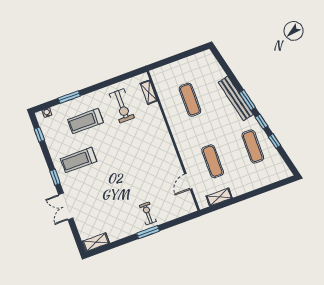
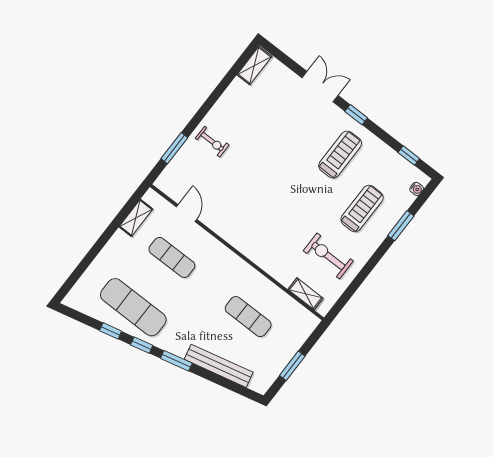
window: (182, 55) -> (292, 366), added
bench: (236, 98) -> (219, 366), moved
exercise mat: (253, 146) -> (133, 307), width x1.36, depth x1.45
window: (148, 232) -> (174, 148), moved

